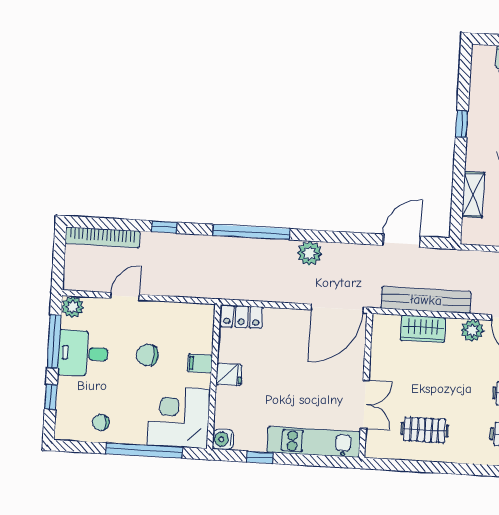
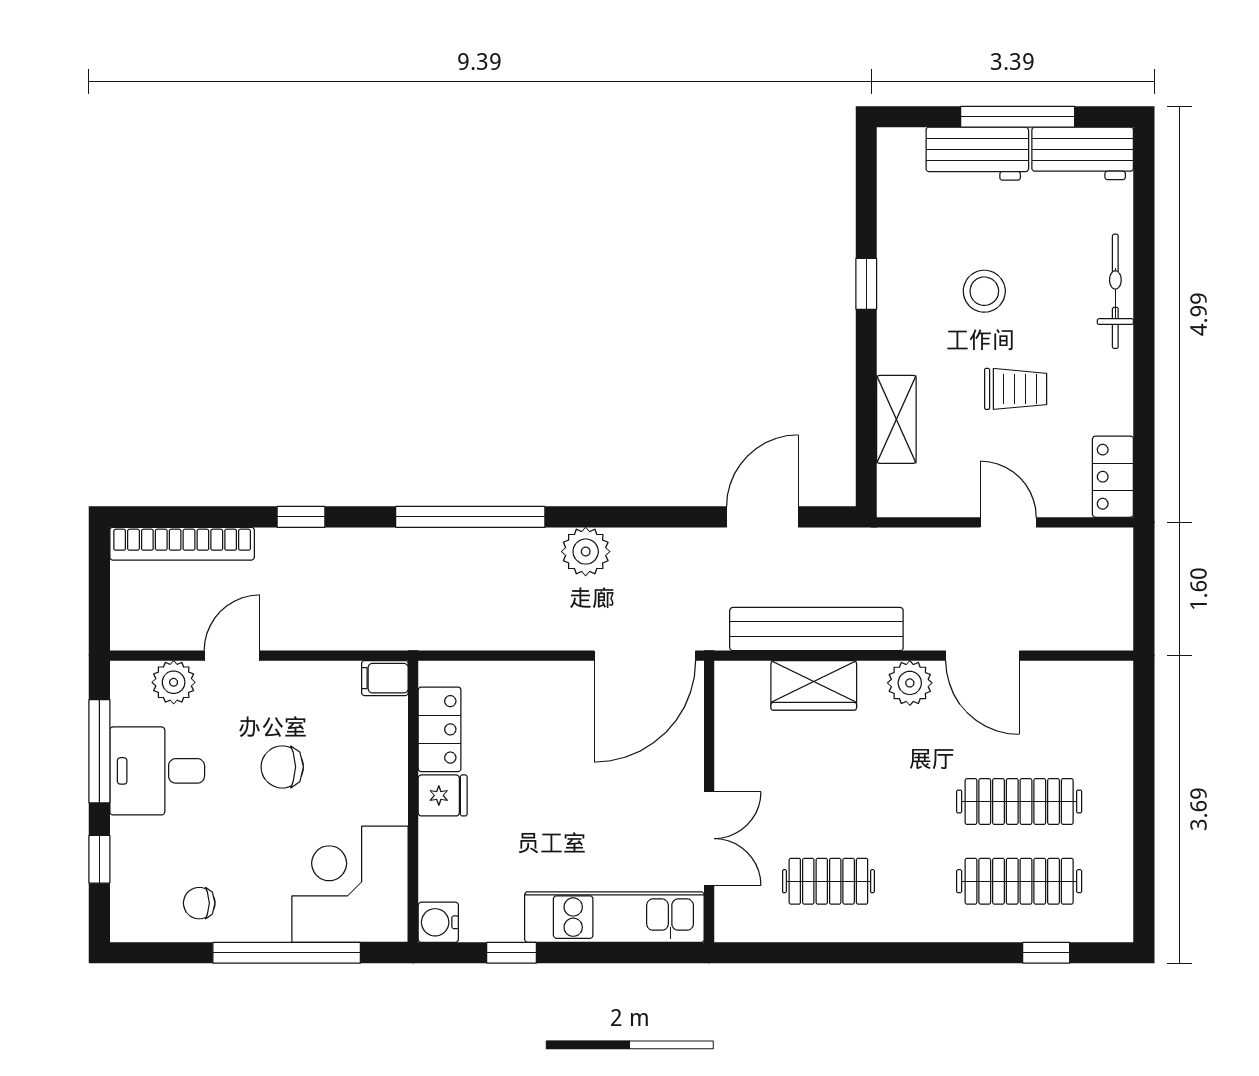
plant: (72, 307) -> (174, 682), moved
locker: (242, 317) -> (440, 729), moved, turned -90
filing cabinet: (200, 363) -> (385, 678), moved

